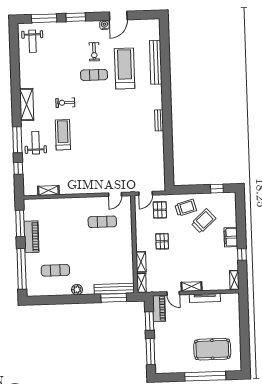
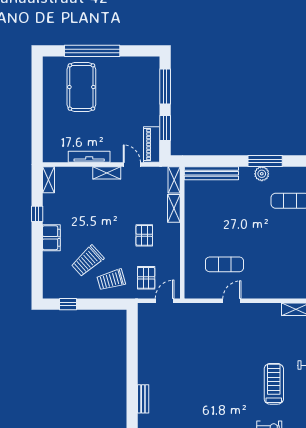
treadmill: (63, 135) -> (274, 384), turned 180
door: (115, 194) -> (232, 301), moved
window: (114, 298) -> (265, 161), moved
pool table: (212, 349) -> (81, 87), turned 90

